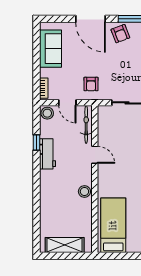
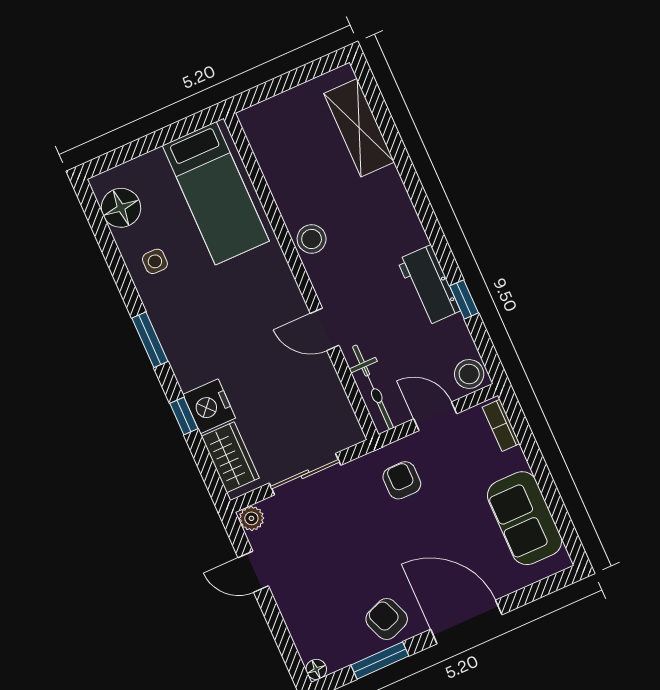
shelving: (65, 245) -> (359, 128), moved, turned 90

